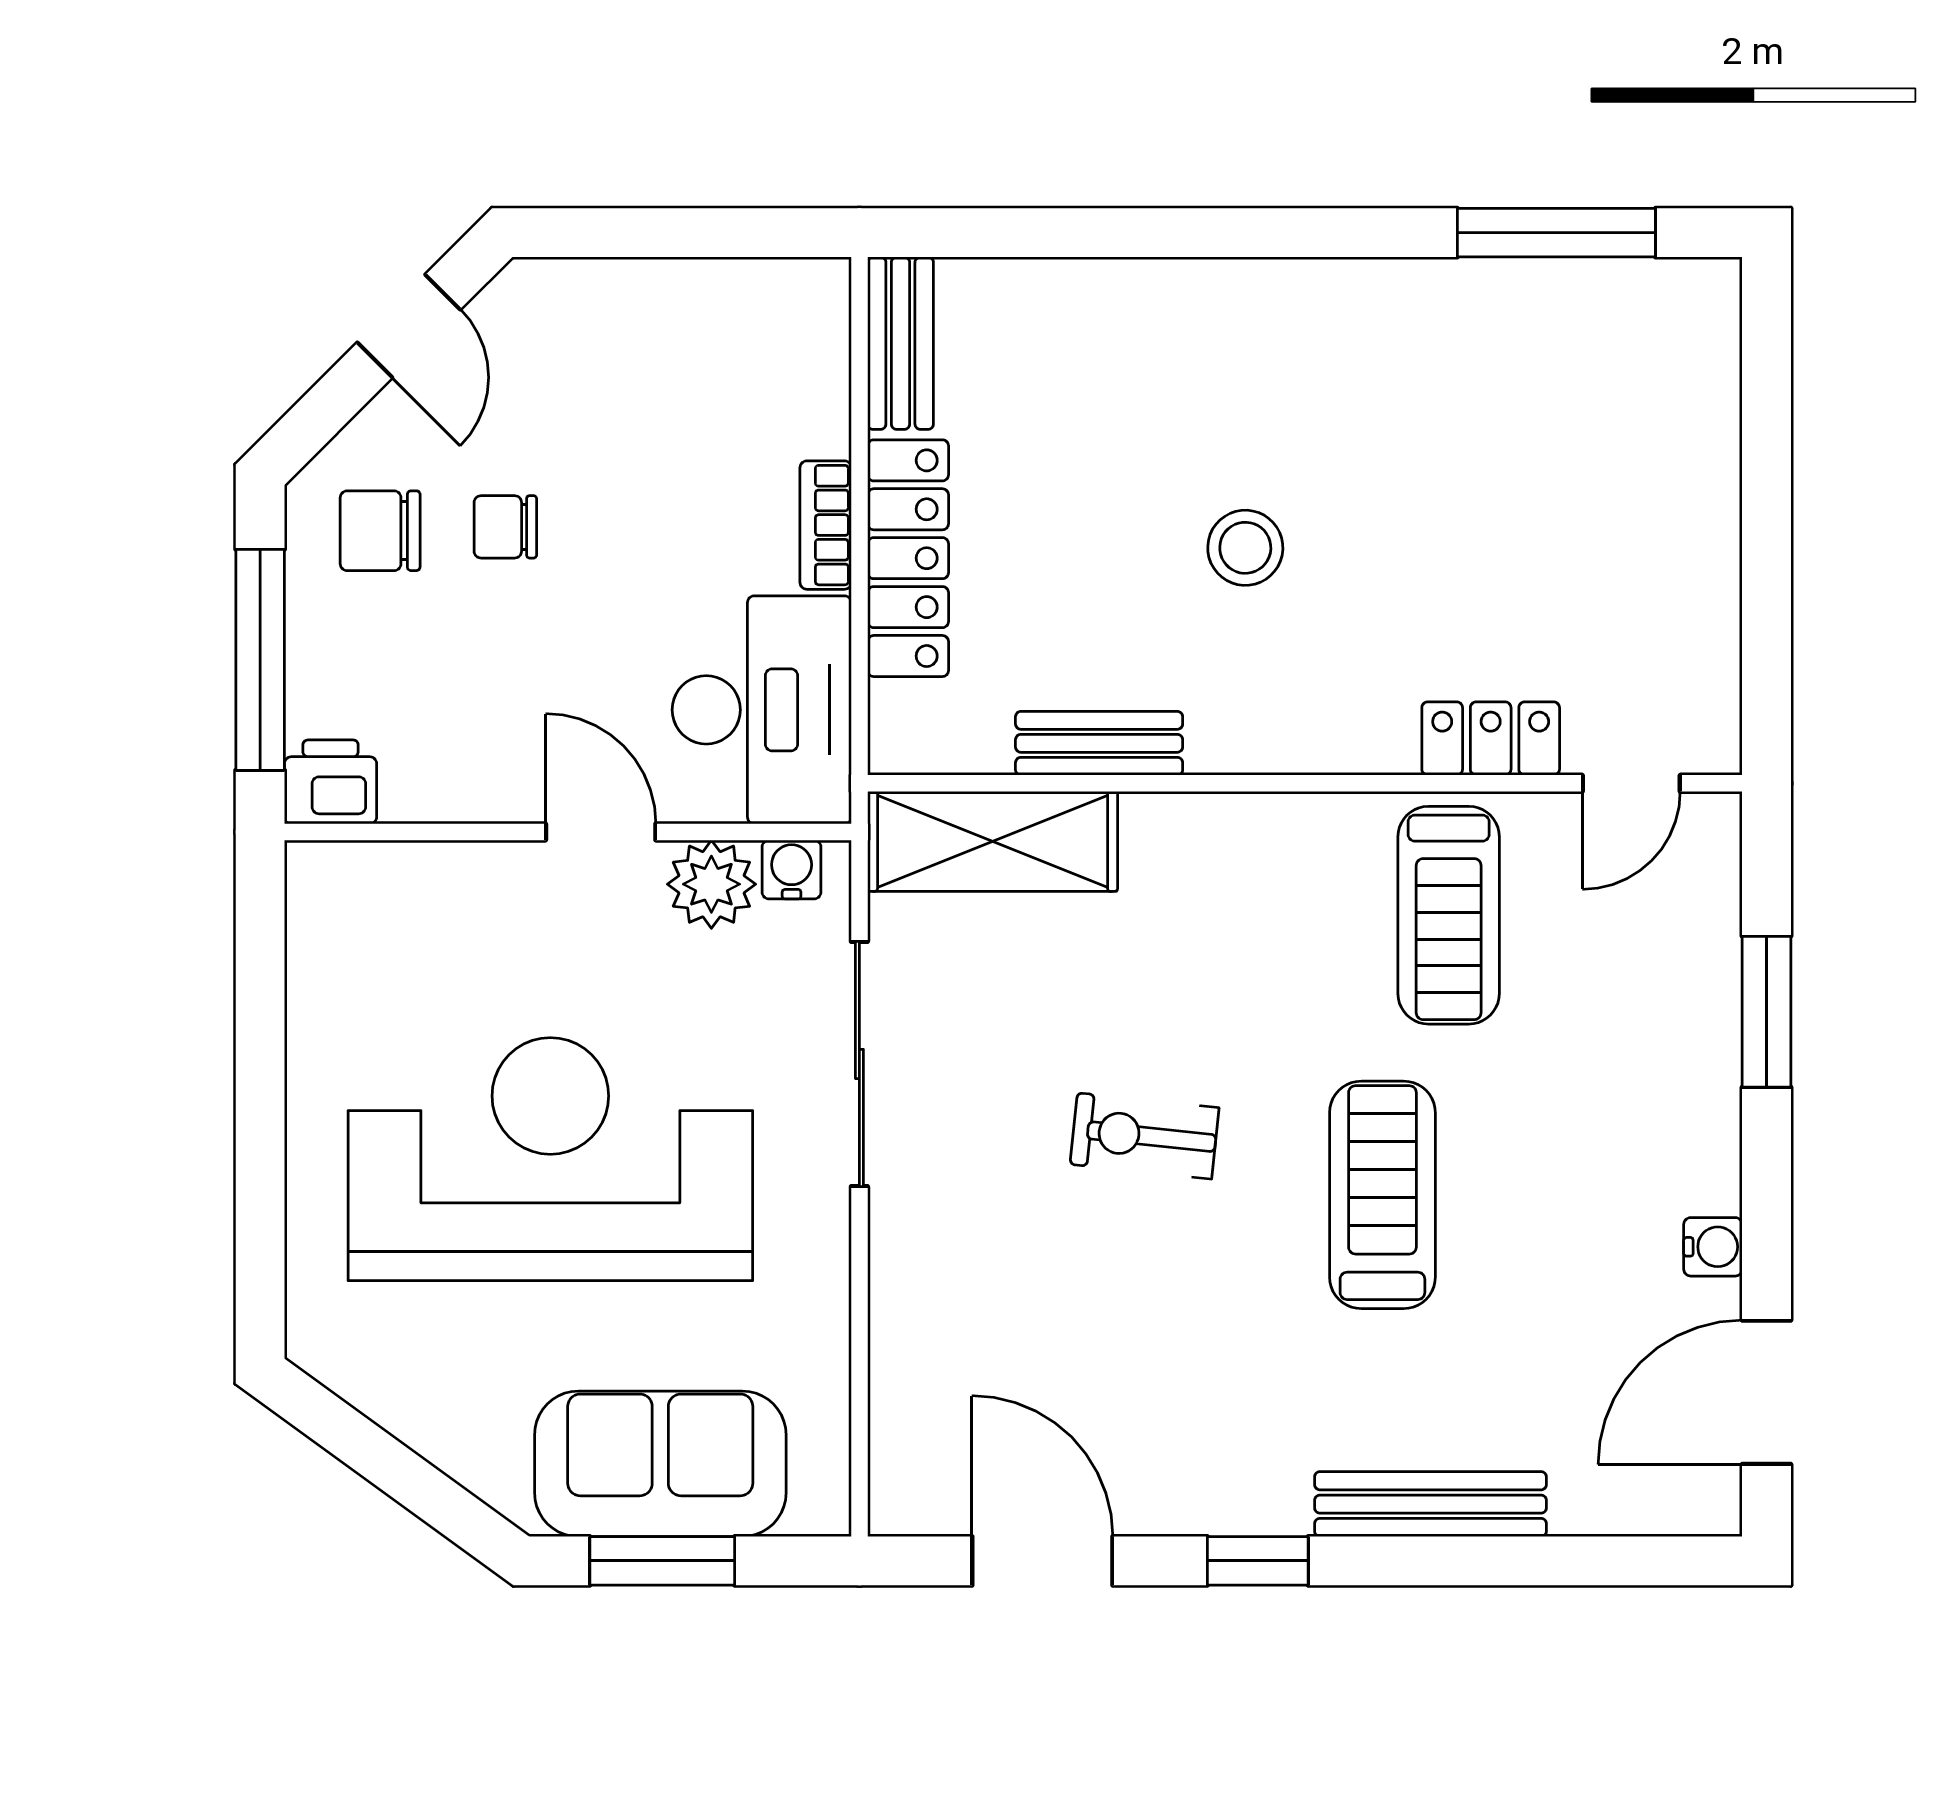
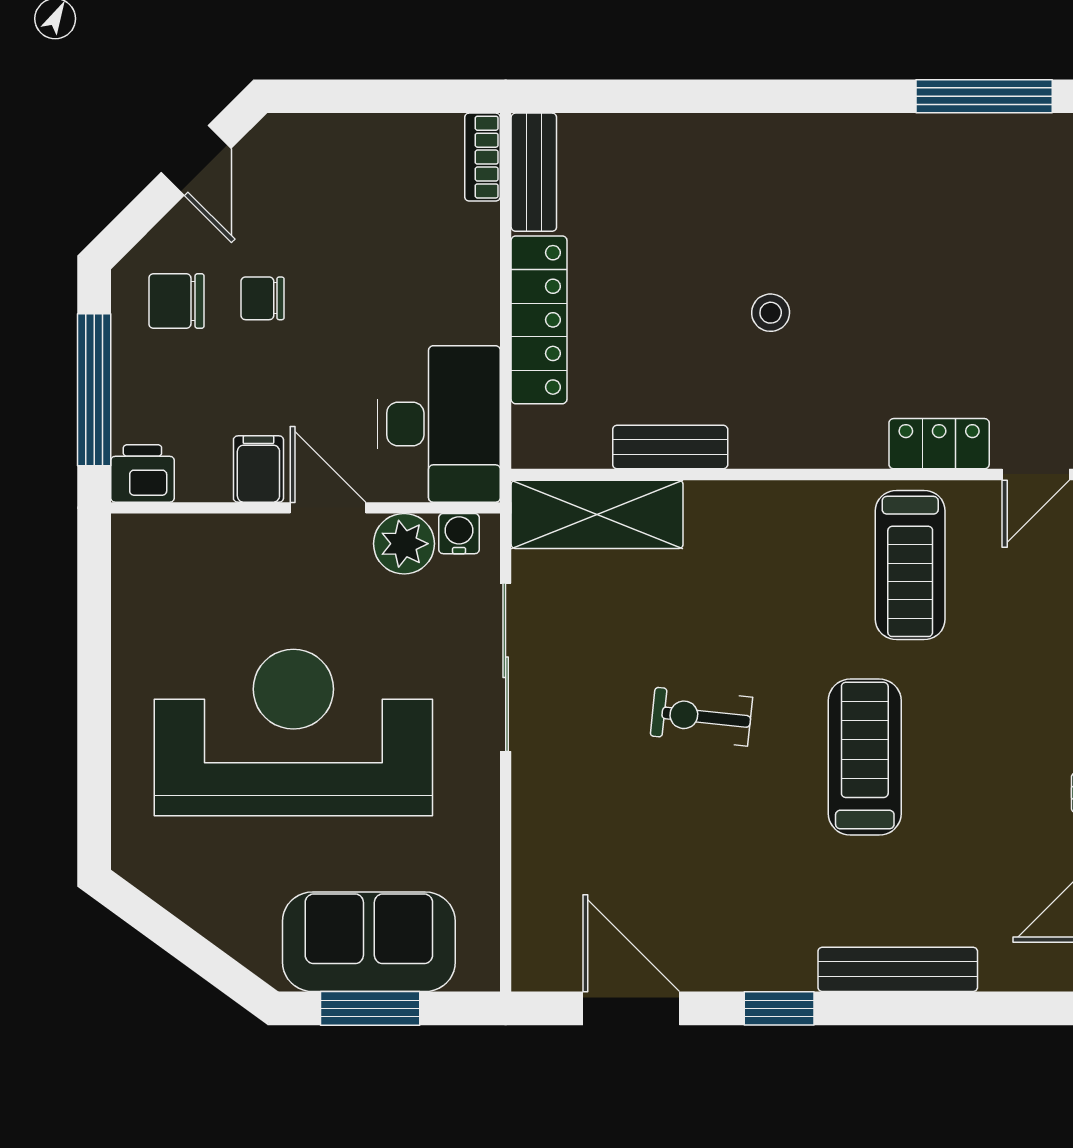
bookcase: (826, 525) -> (482, 157), moved
stool: (1245, 548) -> (771, 313), width x0.73, depth x0.73
filing cabinet: (499, 775) -> (258, 469), added

